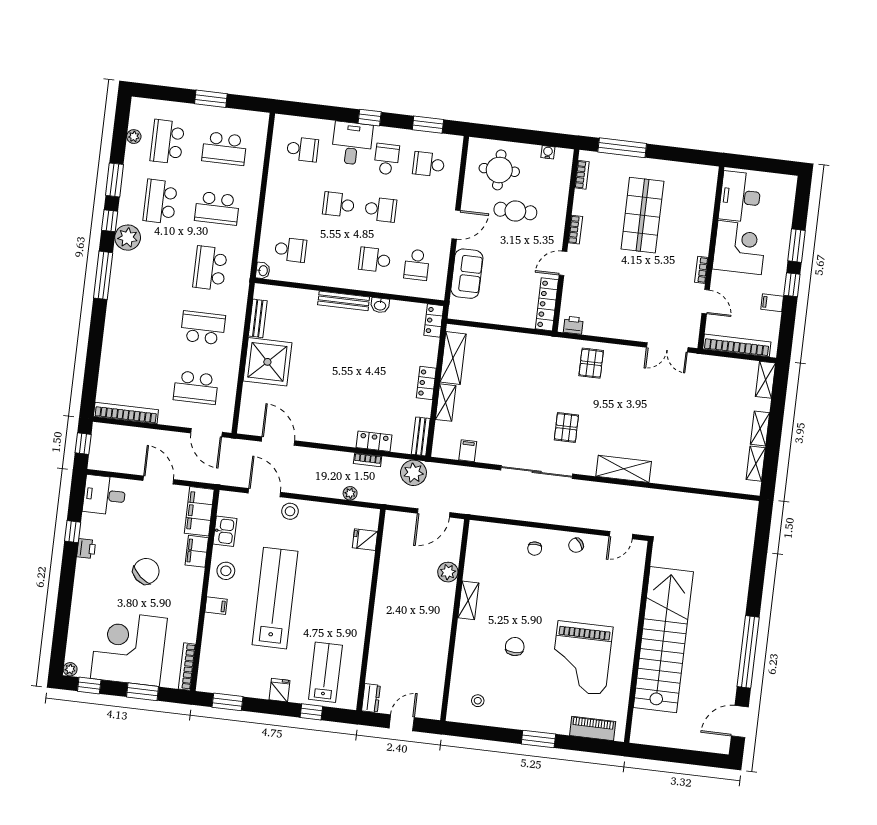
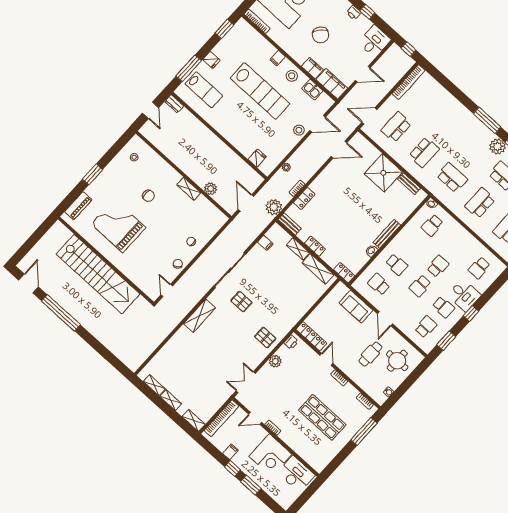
school desk: (375, 260) -> (397, 265), turned 90
plant: (613, 328) -> (275, 361), added
window: (311, 712) -> (189, 68), width x2.17

